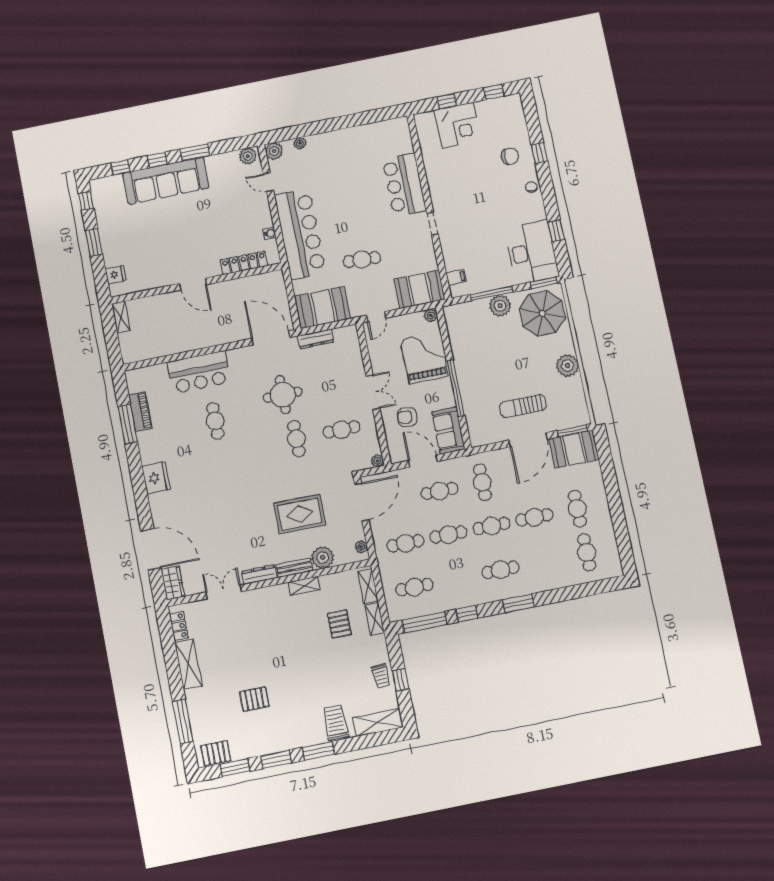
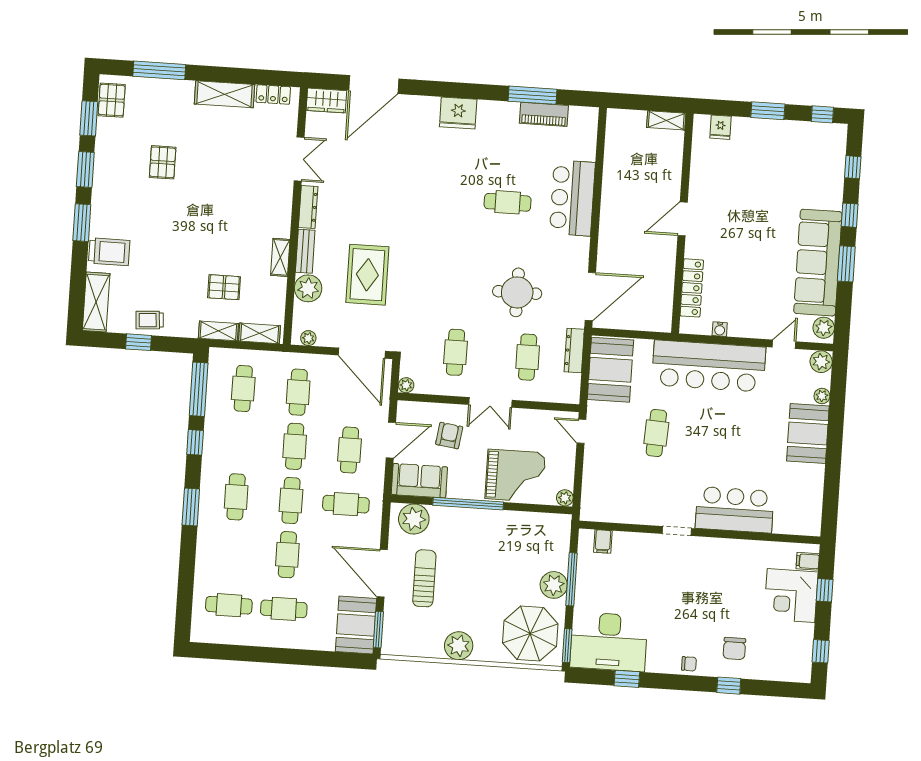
filing cabinet: (428, 120) -> (808, 561), added
sofa: (166, 181) -> (818, 263), moved
booth: (420, 289) -> (808, 433), moved
plant: (479, 427) -> (414, 519), added
cafe table: (296, 439) -> (528, 357), moved, turned 90

